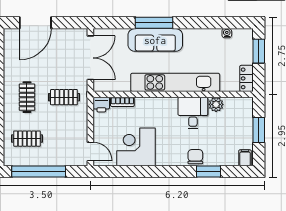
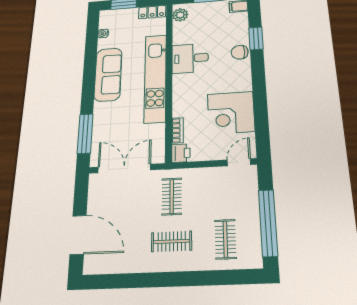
window: (154, 23) -> (85, 134), moved
sofa: (155, 40) -> (108, 74), moved
plant: (216, 104) -> (180, 15), moved

